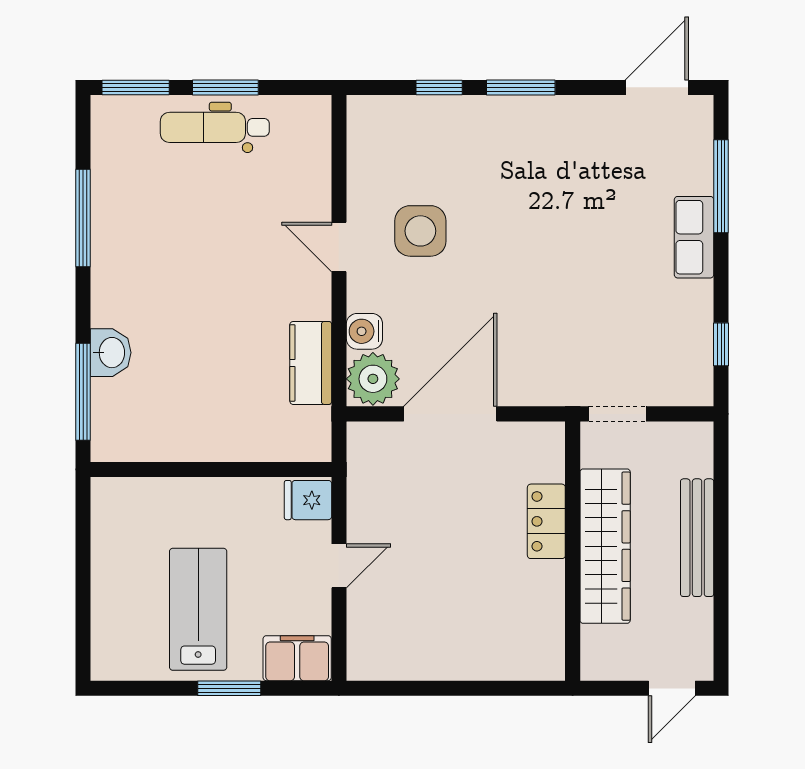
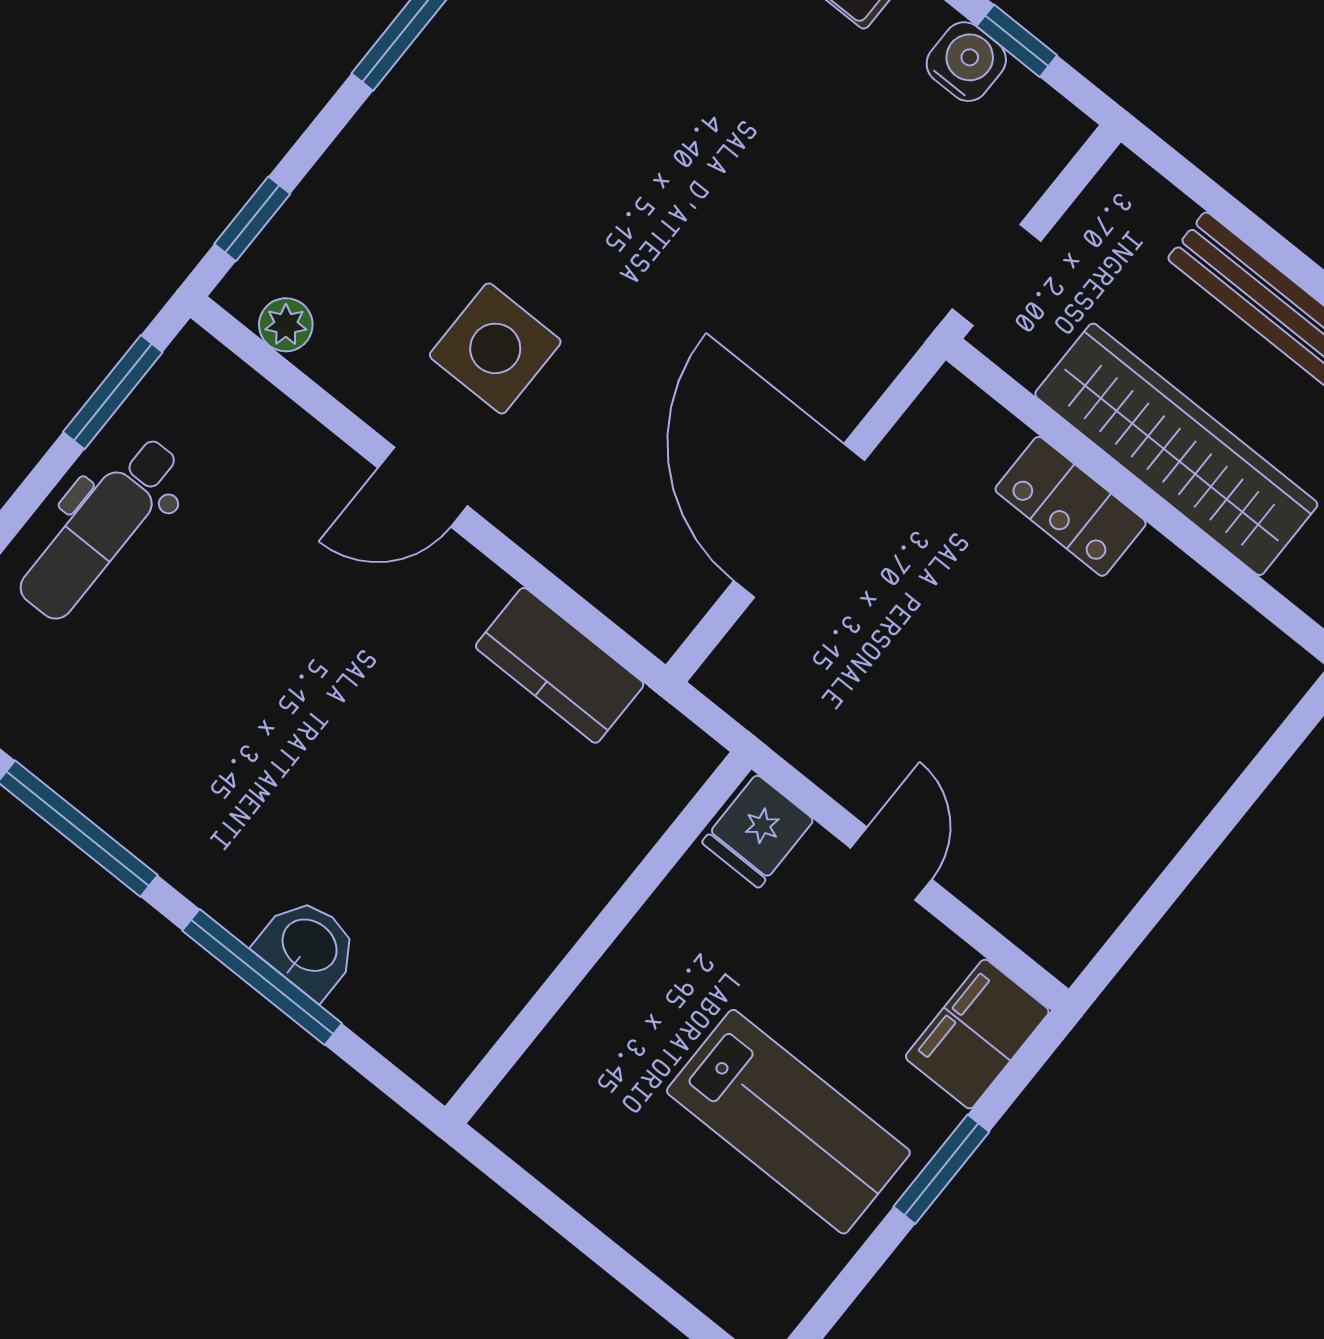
window: (225, 87) -> (113, 392), moved
window: (439, 87) -> (252, 219), moved
water cooler: (364, 331) -> (966, 62), moved, turned 180
plant: (373, 379) -> (286, 325), moved, width x0.53, depth x0.53
window: (83, 392) -> (262, 977), moved
lab bench: (198, 609) -> (788, 1122), turned 180

